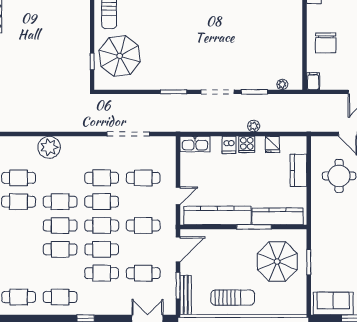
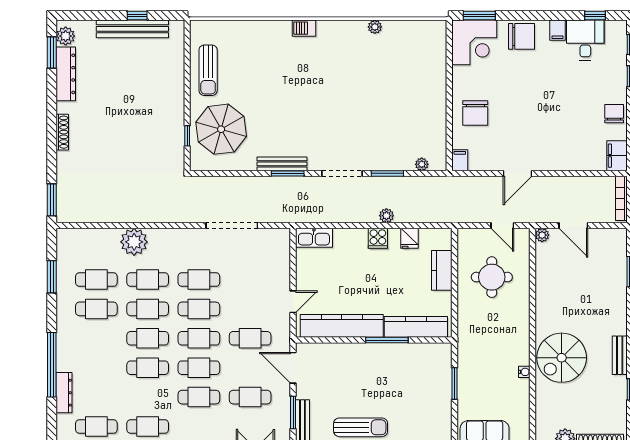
bench: (169, 84) -> (282, 164), added
dishwasher: (229, 145) -> (356, 239), removed
cafe table: (143, 178) -> (148, 280), moved
door: (178, 249) -> (293, 368), swing flipped
parasol: (277, 261) -> (415, 383), removed

